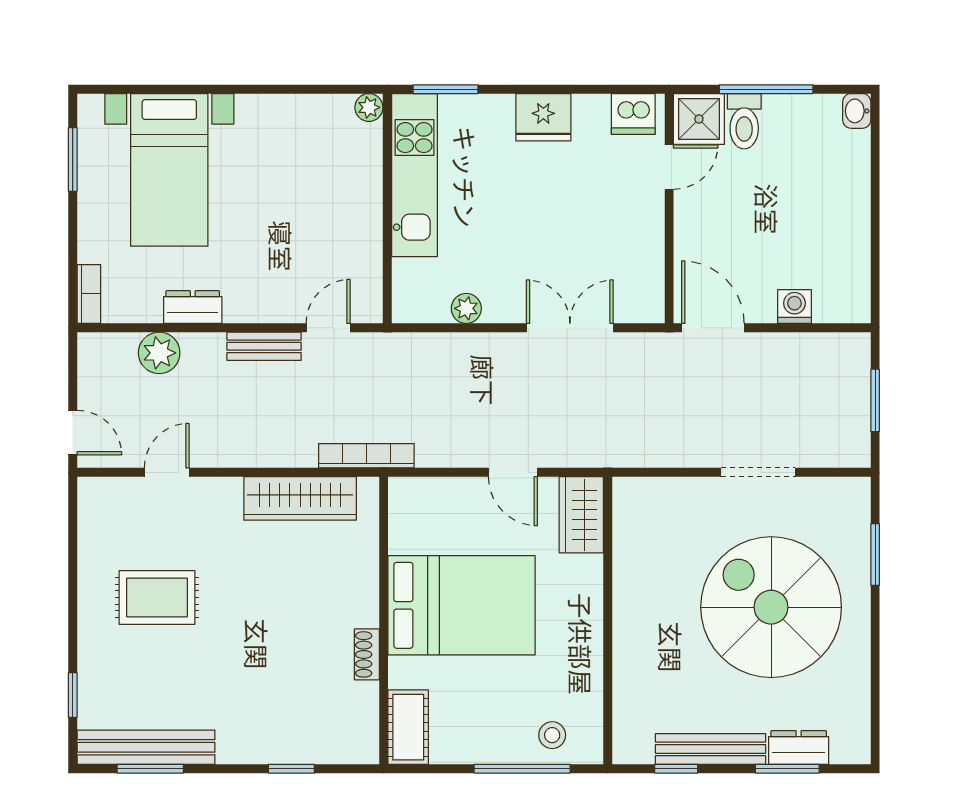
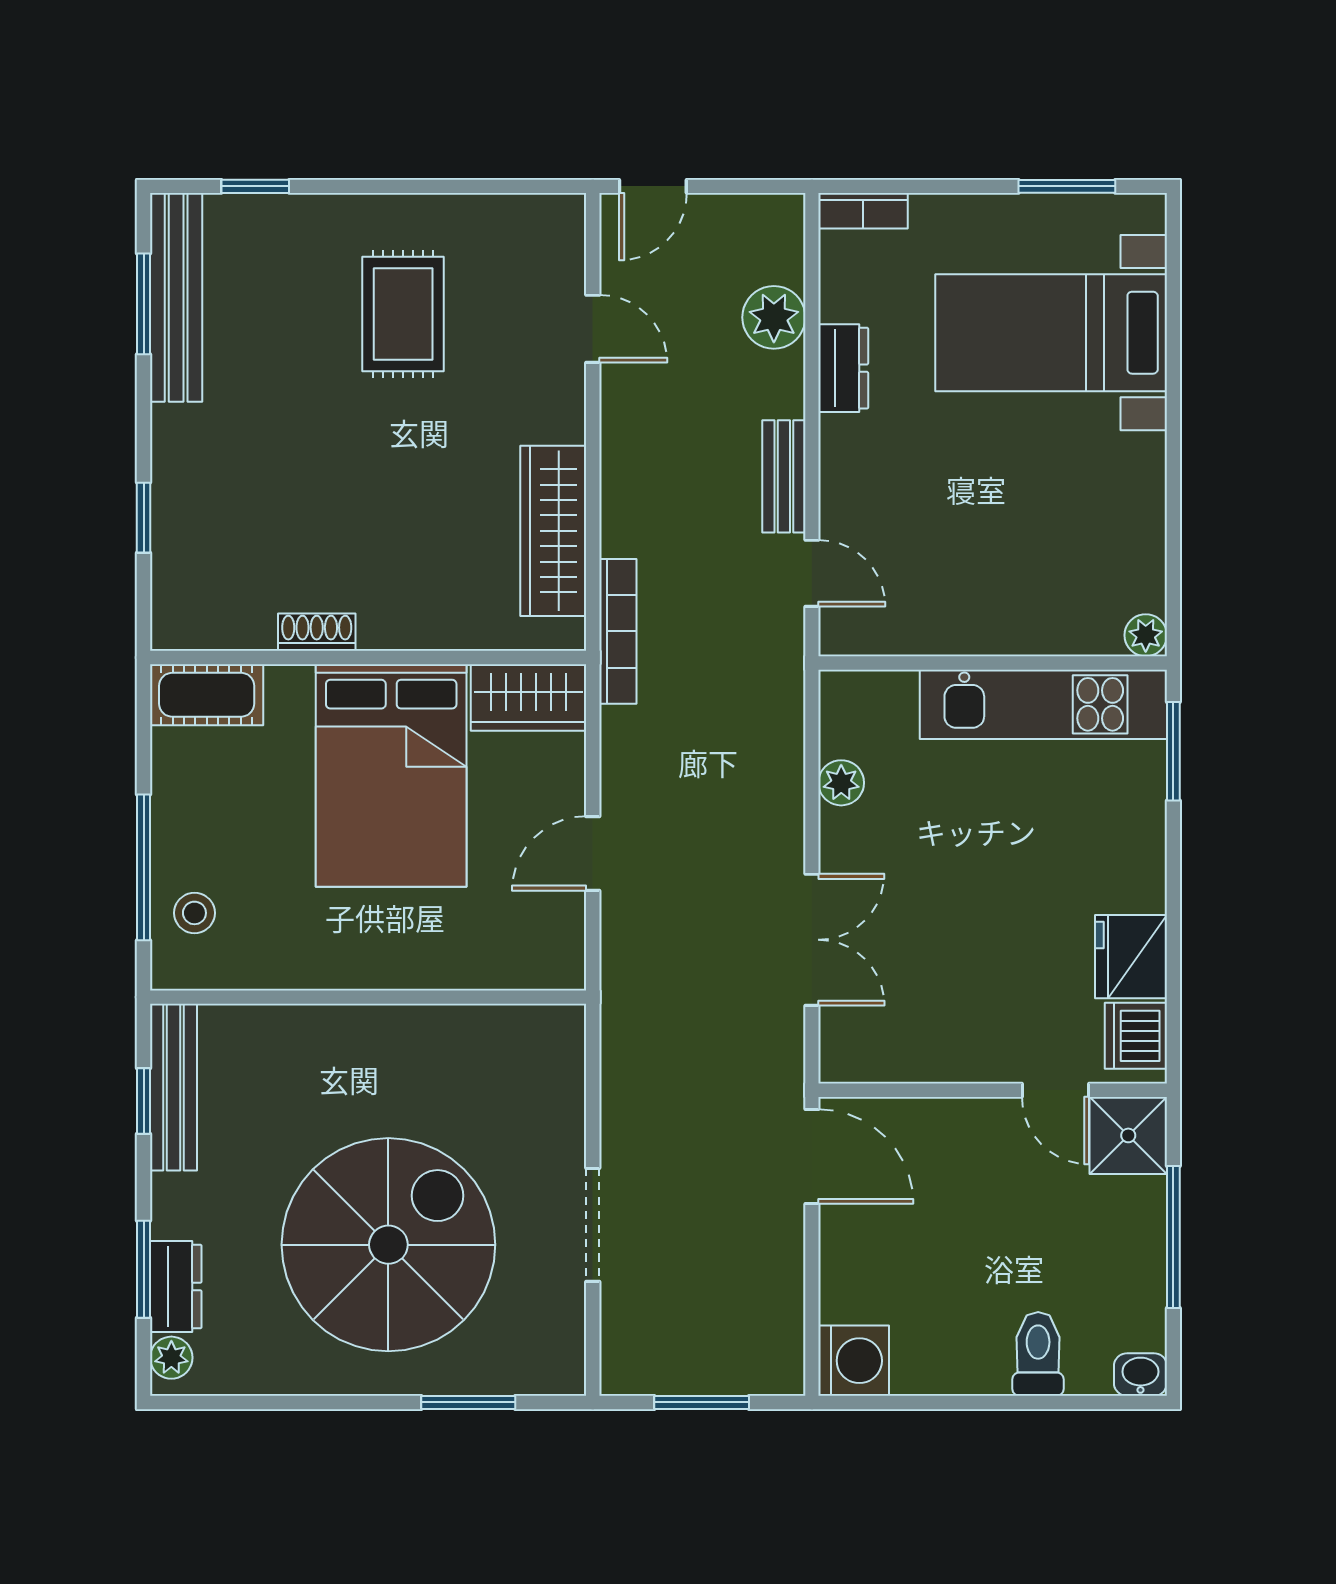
fridge: (543, 117) -> (1131, 957), moved
toilet: (744, 121) -> (1038, 1354), moved, turned 90
washing machine: (794, 307) -> (854, 1361), moved, width x1.38, depth x1.38
door: (713, 328) -> (812, 1157), hinge flipped
wardrobe: (581, 515) -> (528, 698), moved, turned 180
bench: (711, 749) -> (174, 1087), moved
plant: (846, 750) -> (171, 1358), added

